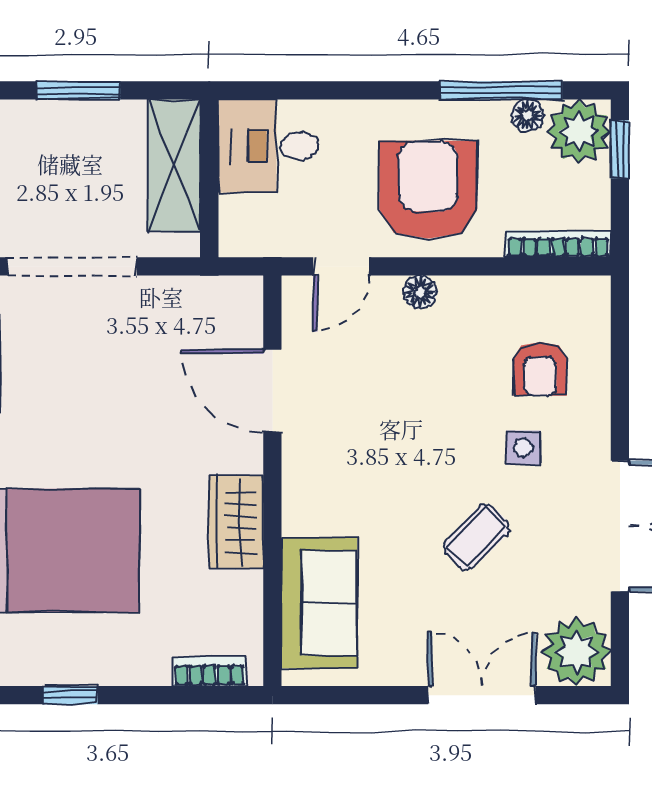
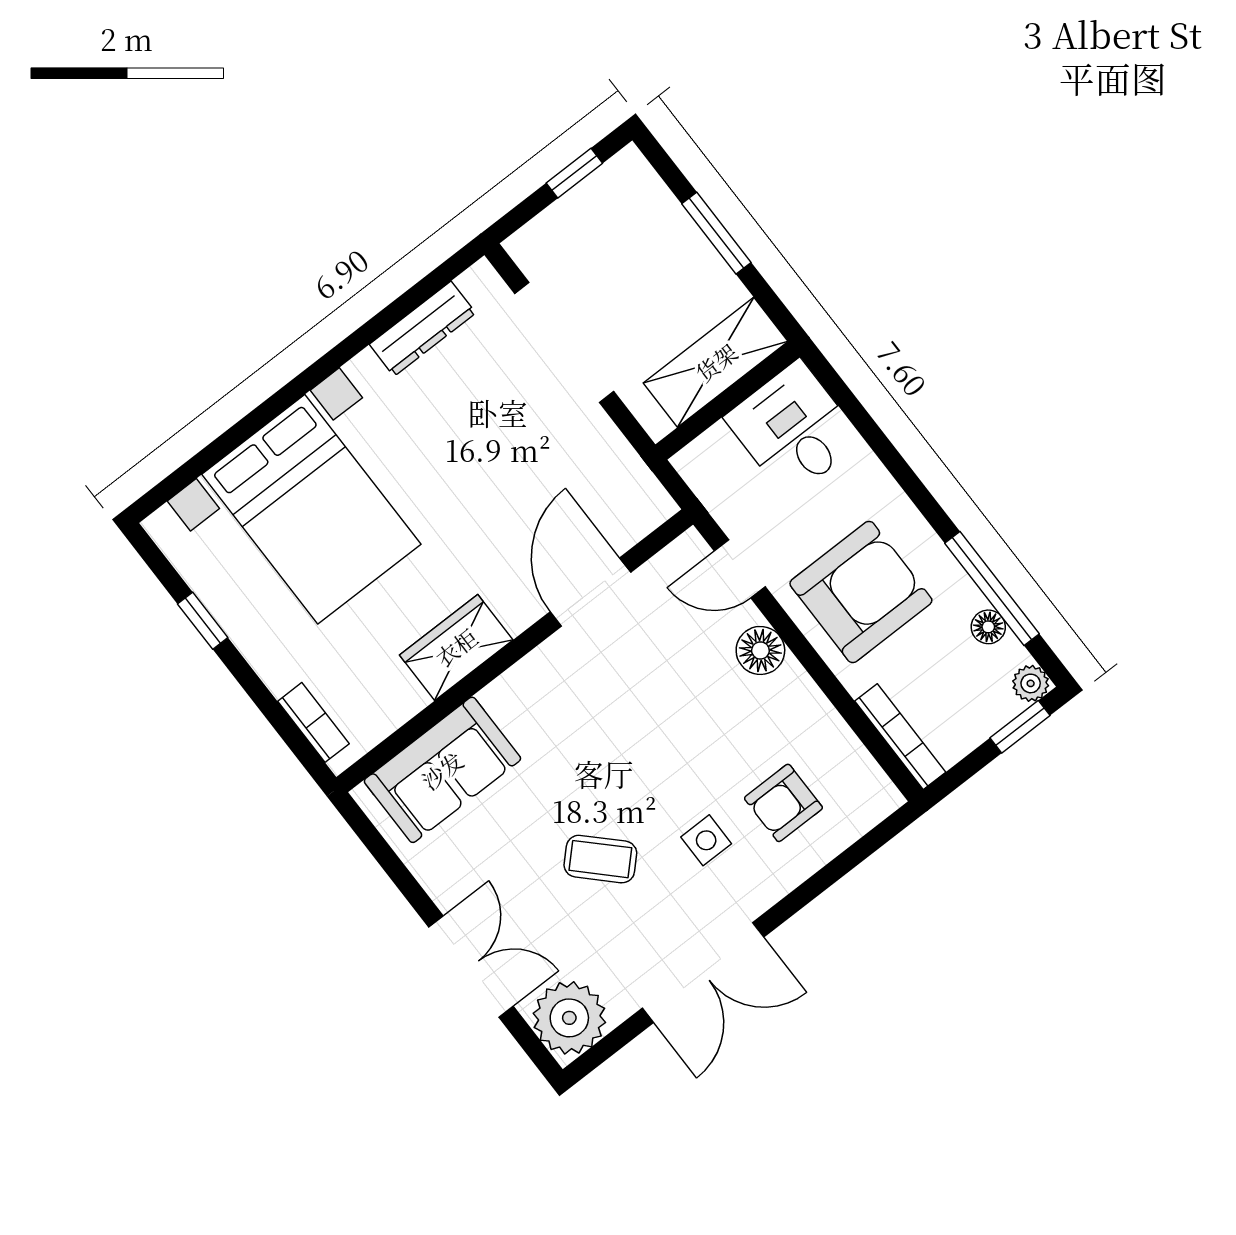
plant: (579, 131) -> (1031, 683), width x0.53, depth x0.53
floor lamp: (420, 292) -> (760, 650), width x1.37, depth x1.37

